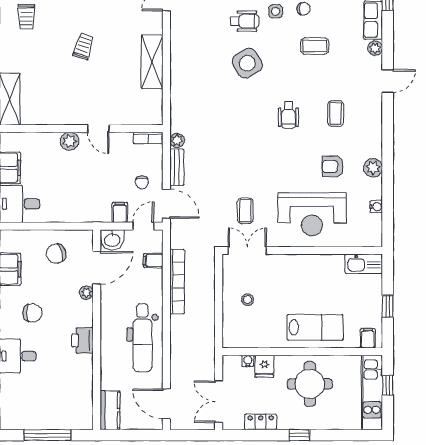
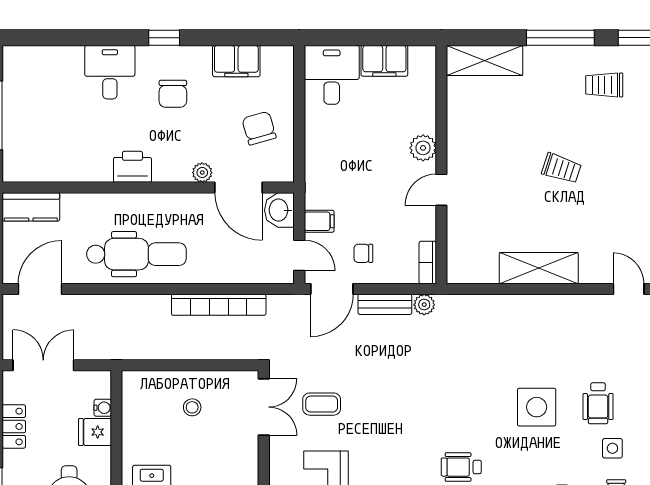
side table: (247, 63) -> (537, 407), turned 30
filing cabinet: (153, 261) -> (249, 270), removed
dental chair: (142, 338) -> (136, 254), turned 180

